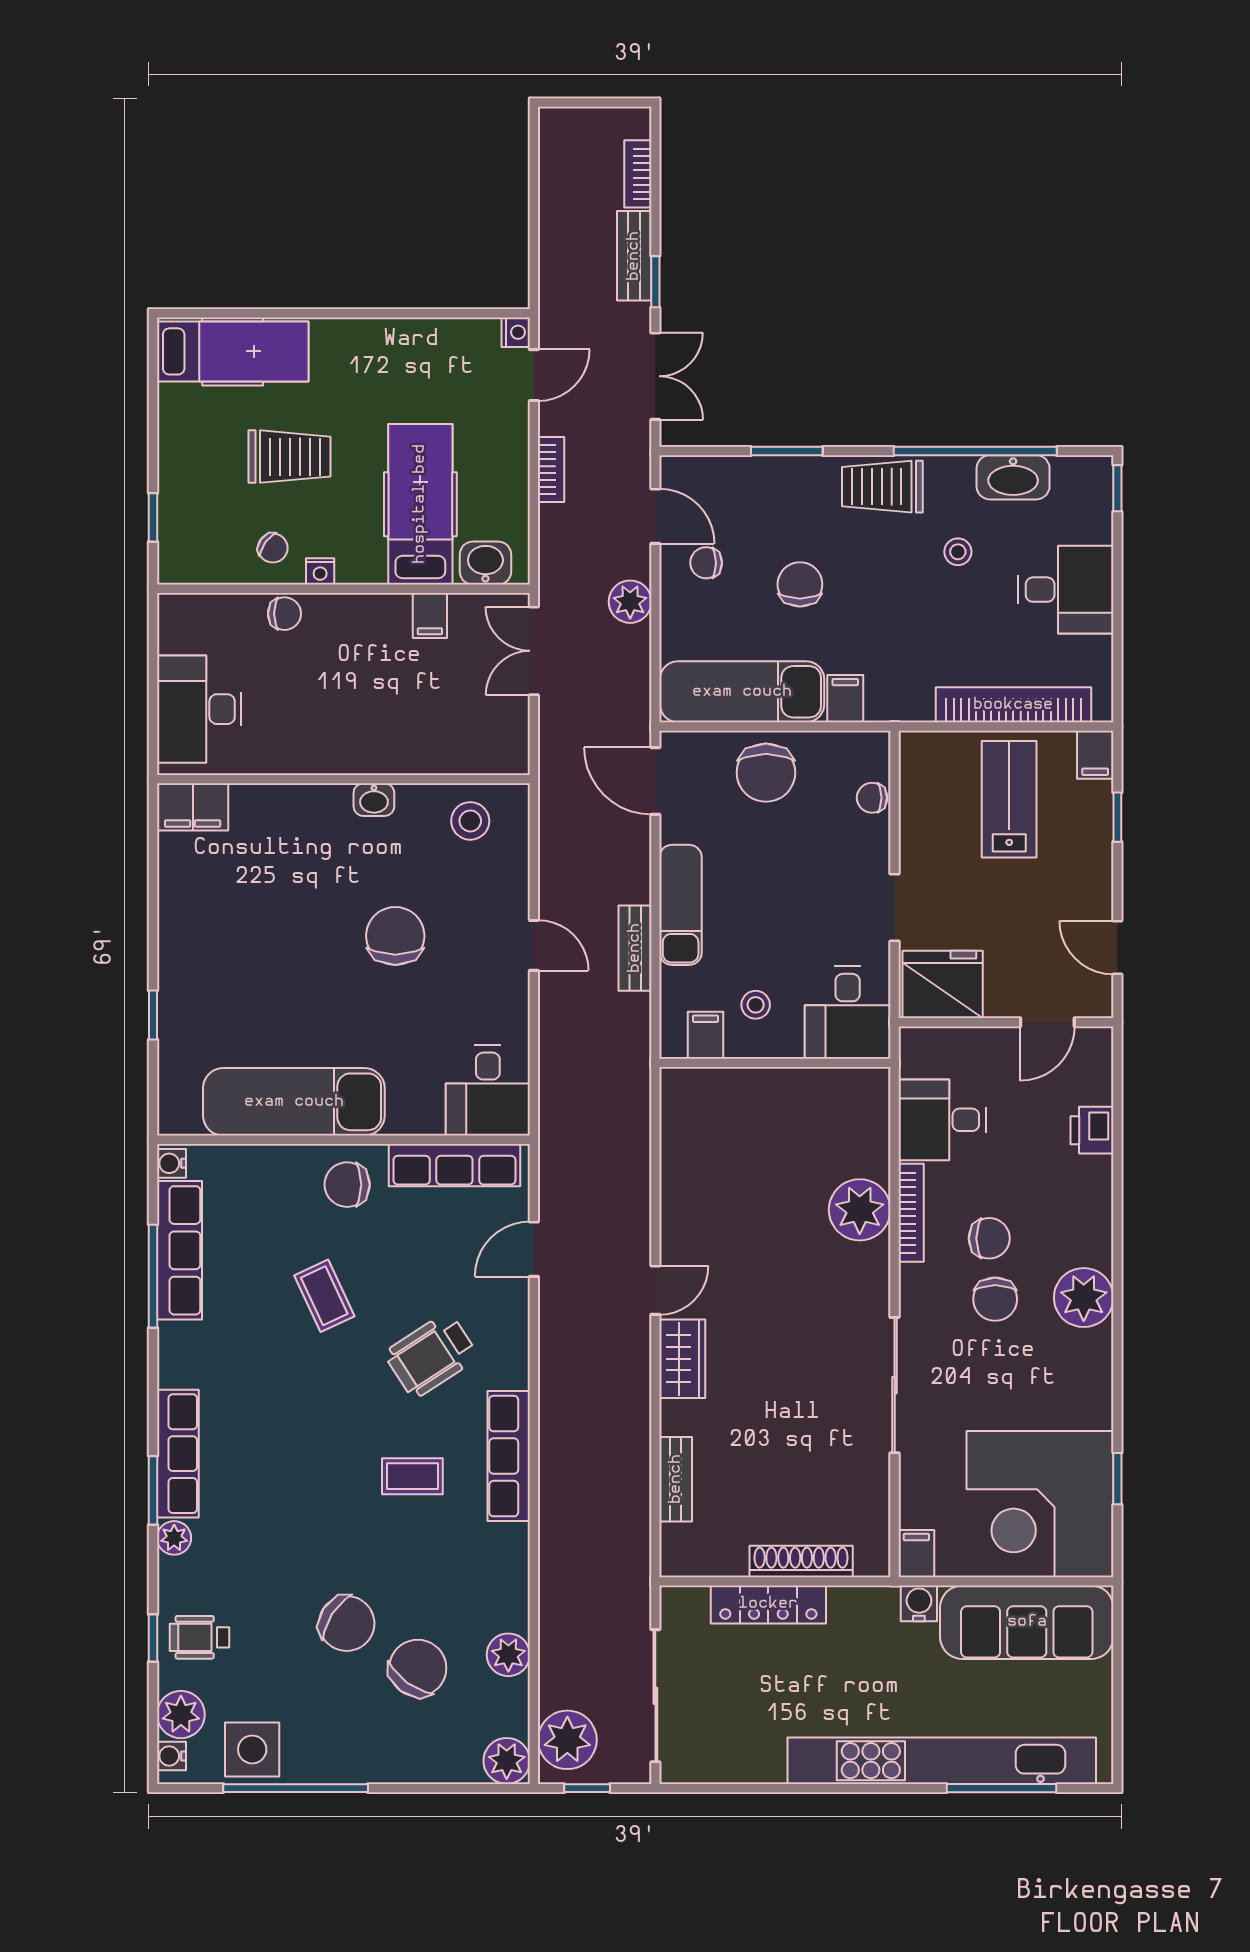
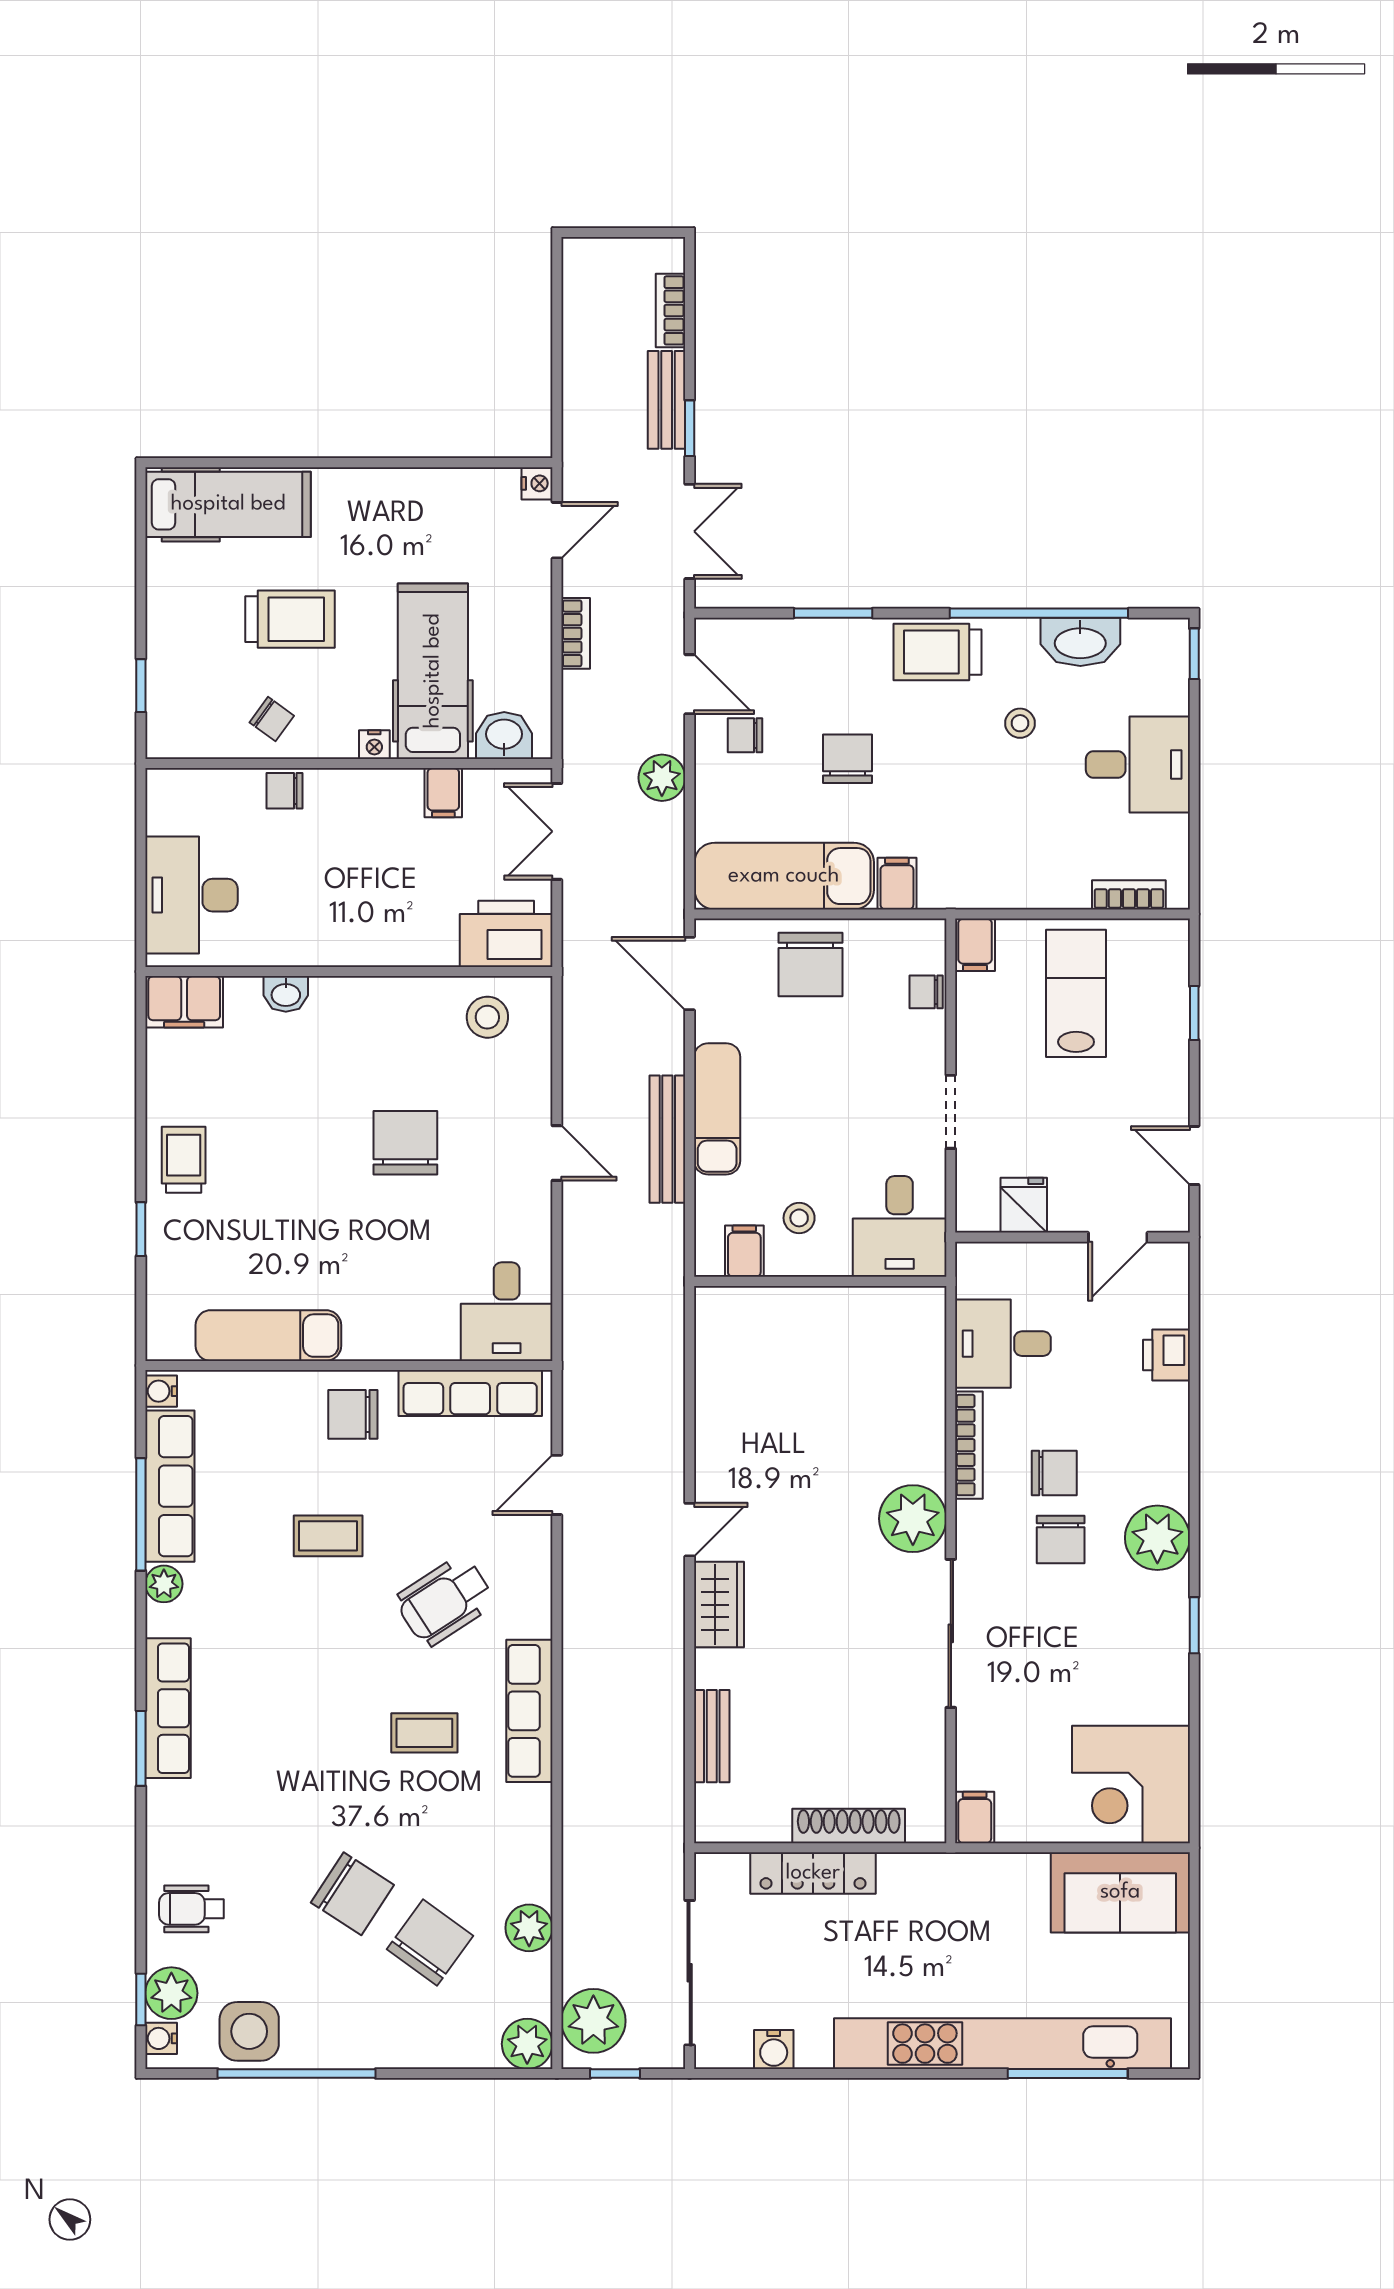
nightstand: (320, 571) -> (374, 745), moved
chair: (284, 614) -> (284, 791), turned 180
bookcase: (1013, 705) -> (1129, 895), width x0.43, depth x0.76
printer: (487, 745) -> (506, 934), added
filing cabinet: (1095, 755) -> (975, 945), moved
washbasin: (374, 800) -> (286, 994), moved
bench: (635, 948) -> (667, 1139), width x1.36
trolley: (192, 951) -> (184, 1160), added
fridge: (943, 984) -> (1024, 1205), width x0.53, depth x0.75
exam couch: (294, 1102) -> (268, 1336), width x0.73, depth x0.69
plant: (860, 1210) -> (913, 1519), moved
coffee table: (324, 1296) -> (328, 1536), turned -65
window: (1117, 1479) -> (1194, 1625), moved
corner desk: (1040, 1504) -> (1131, 1785), width x0.74, depth x0.74
plant: (174, 1538) -> (164, 1584), moved
water cooler: (919, 1603) -> (774, 2049), moved, turned 180
sofa: (1027, 1622) -> (1120, 1892), width x0.73
window: (153, 1638) -> (141, 1999), moved

